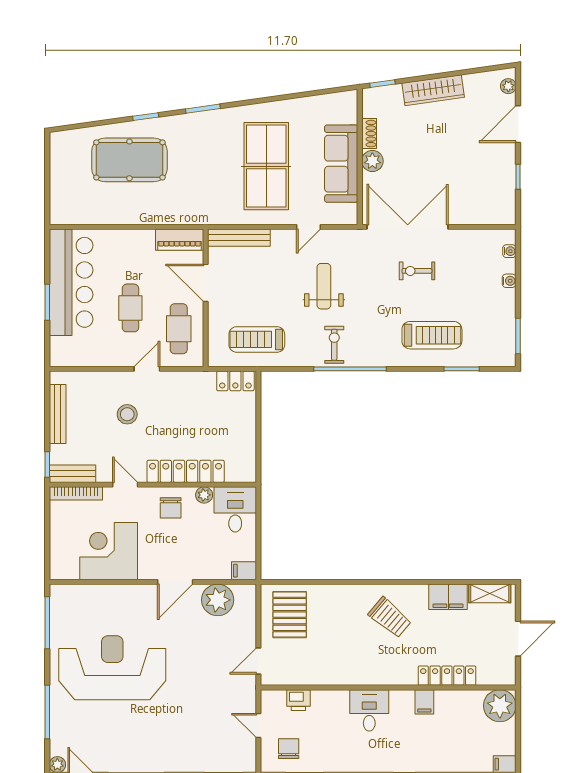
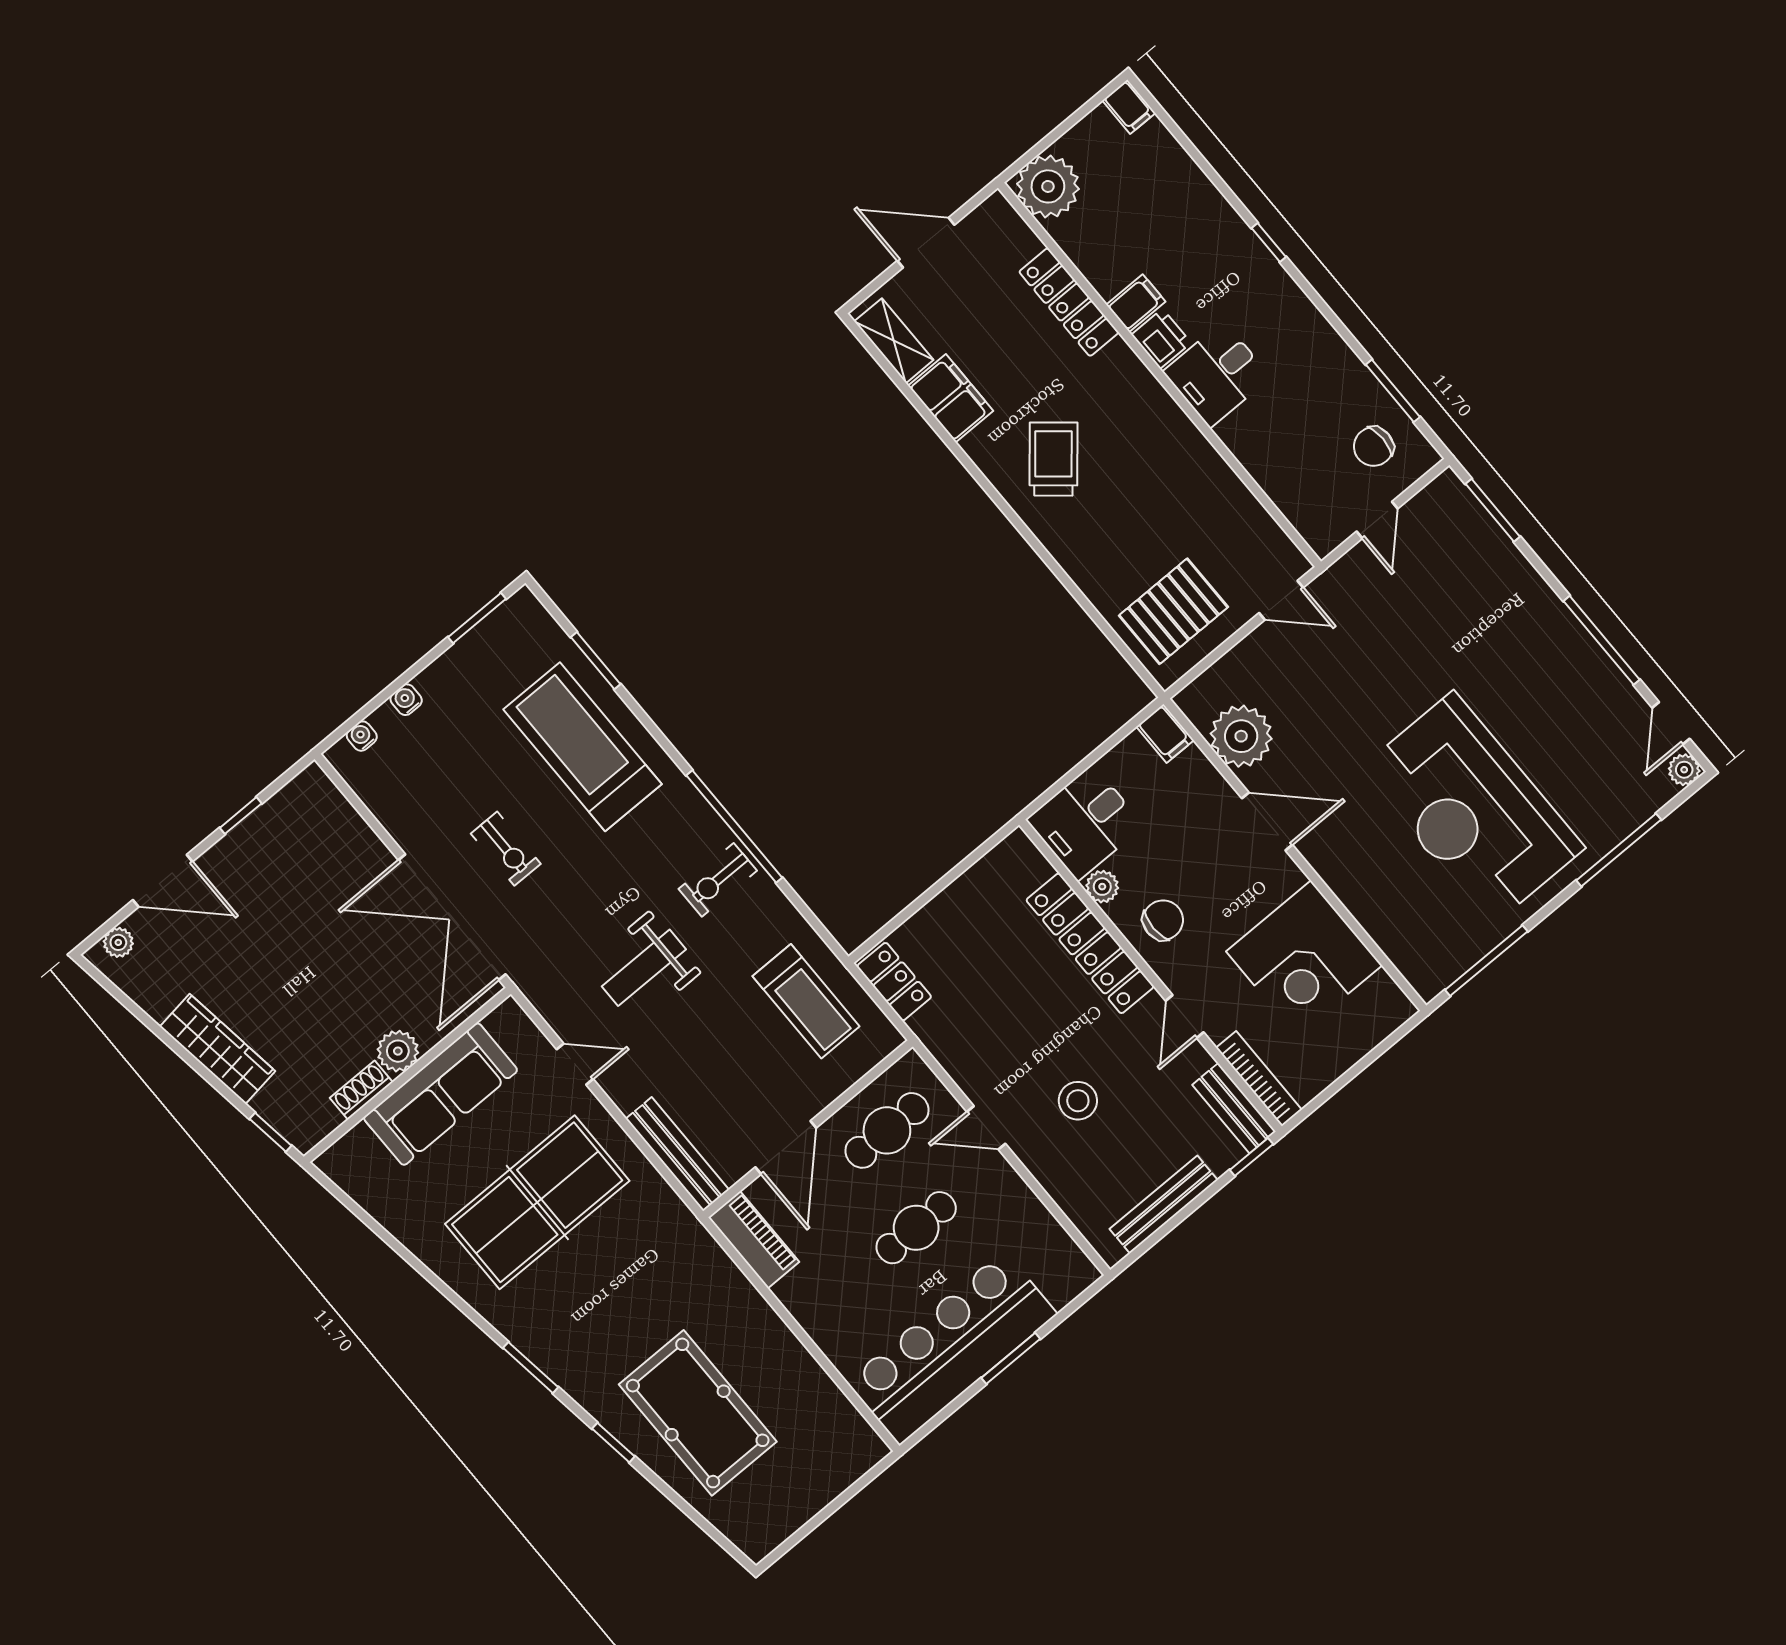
treadmill: (432, 335) -> (583, 747), width x1.37, depth x1.38
printer: (298, 700) -> (1161, 339), moved

